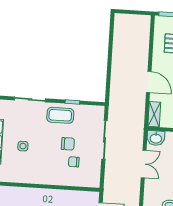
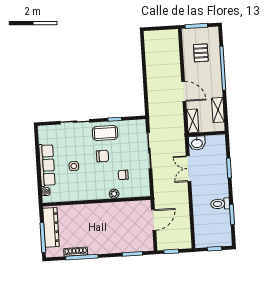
chair: (68, 144) -> (102, 156), moved
double door: (144, 164) -> (189, 169), swing flipped
plant: (62, 181) -> (114, 194), added

